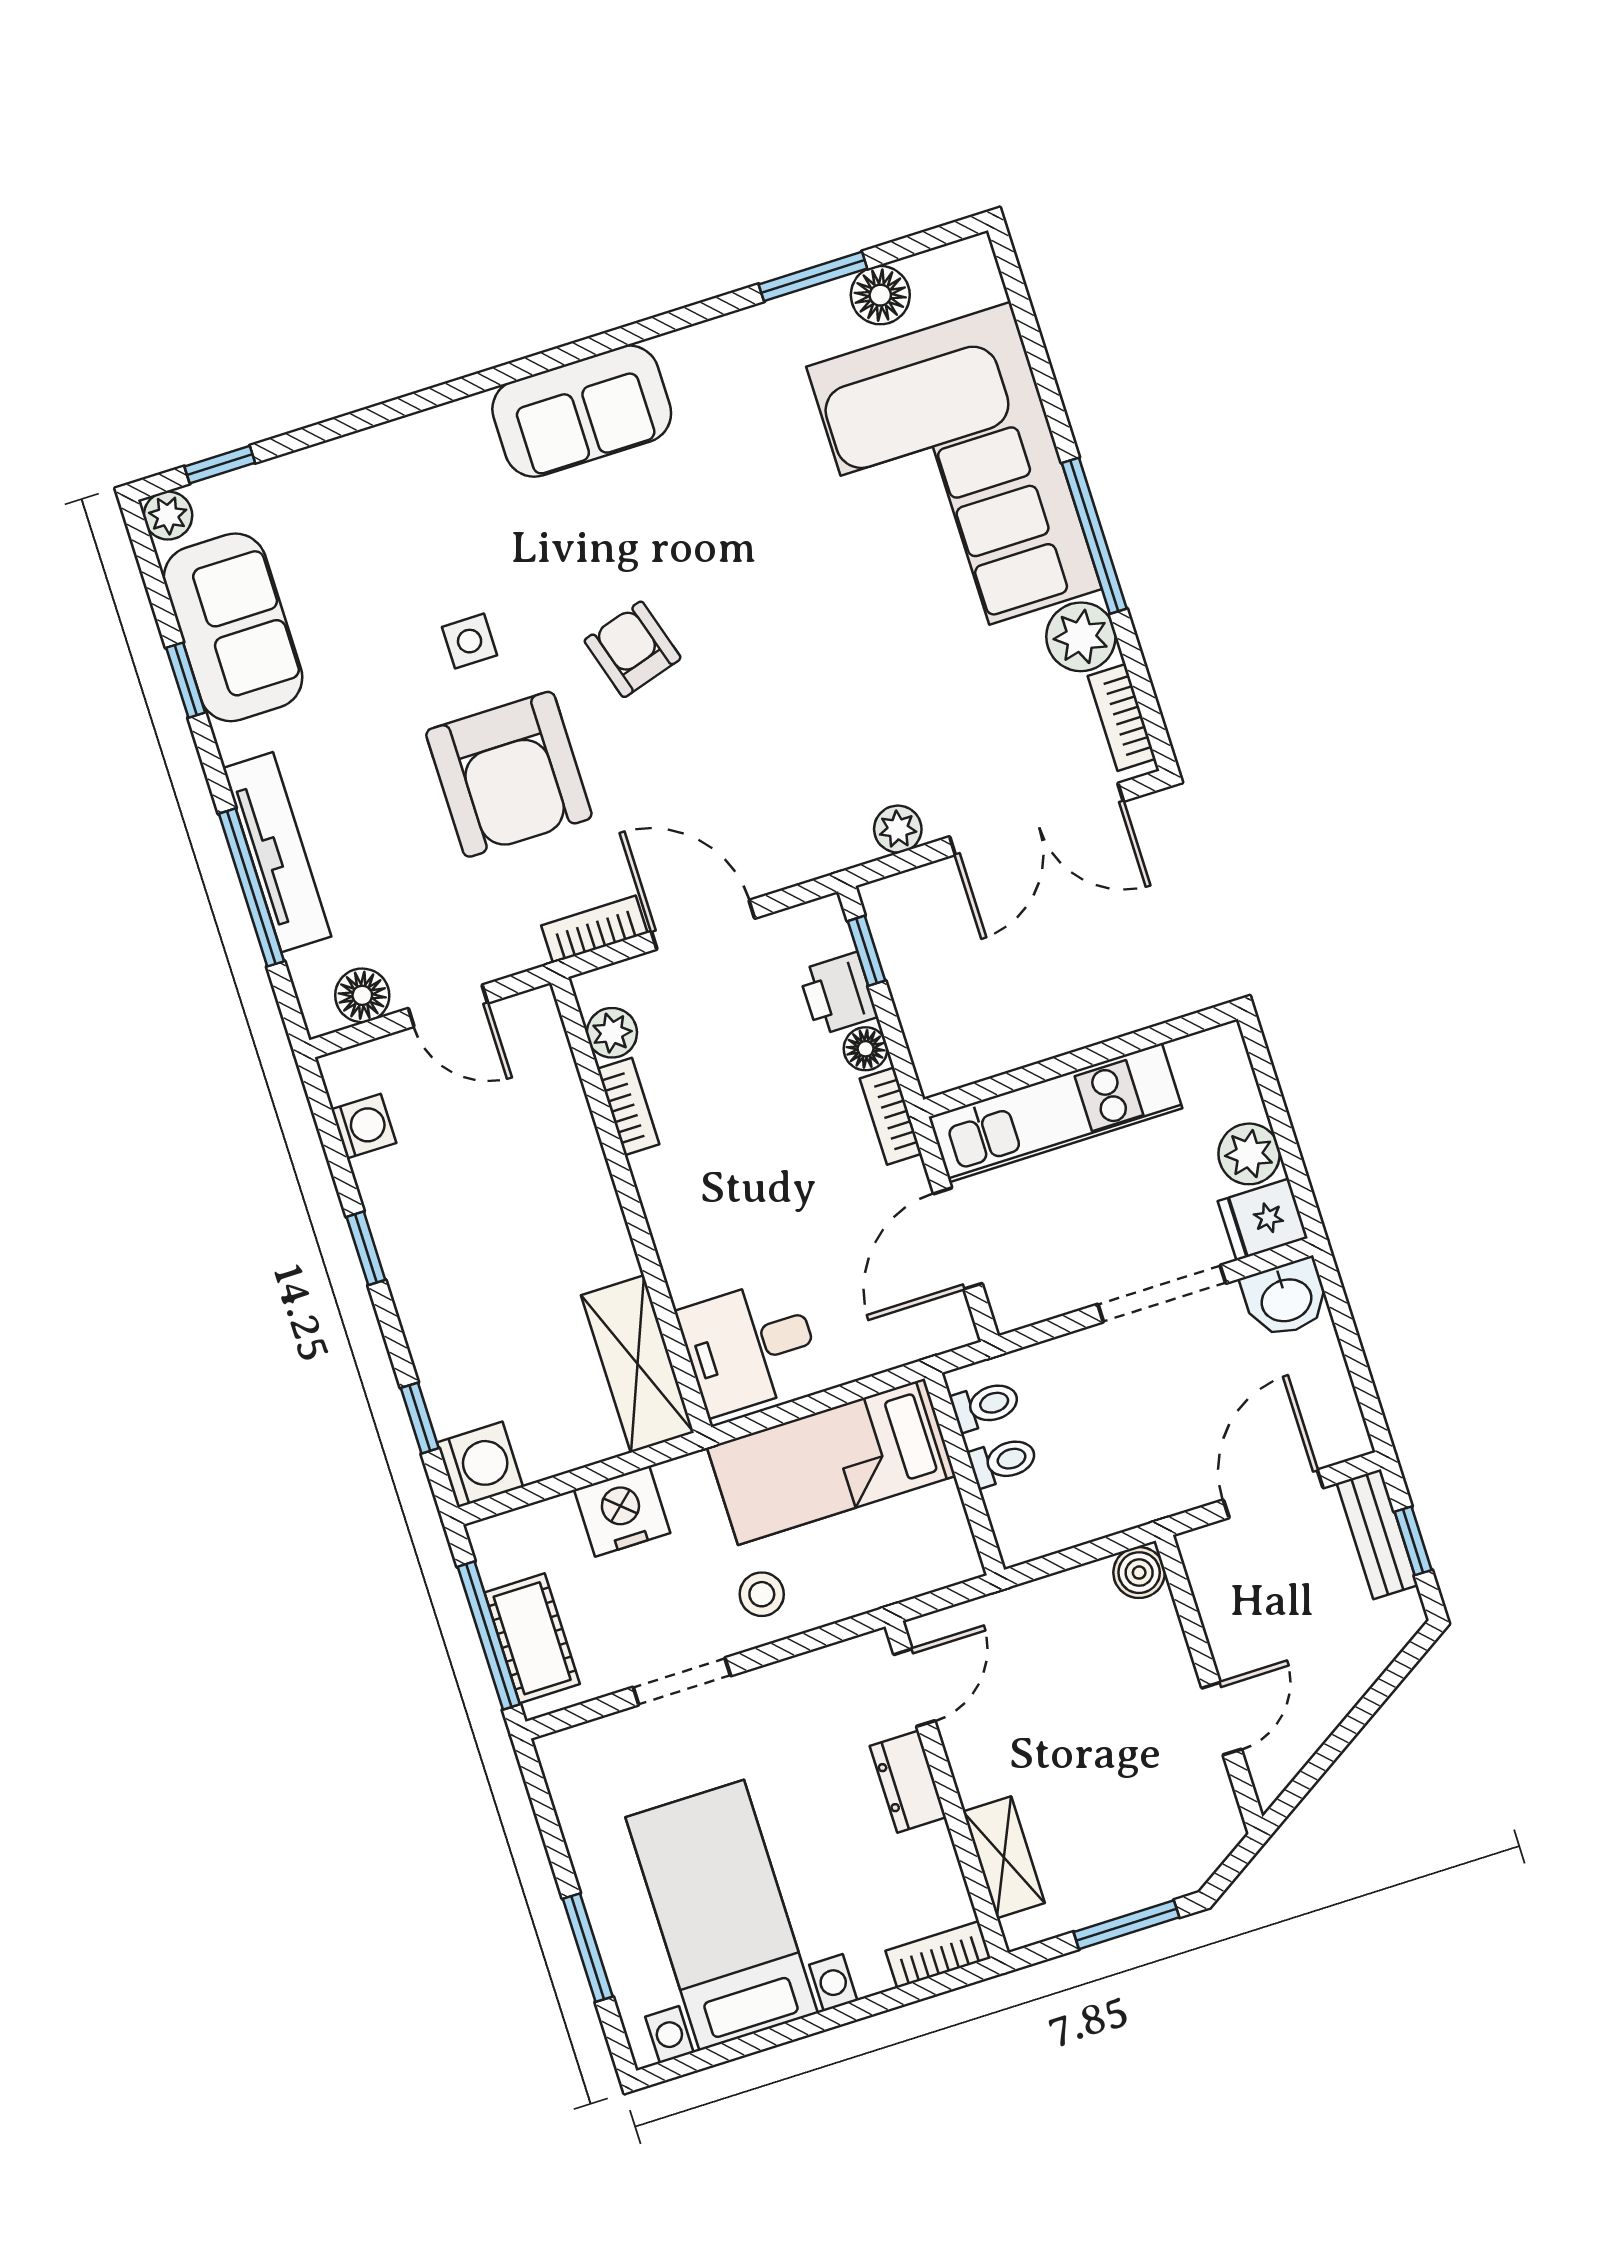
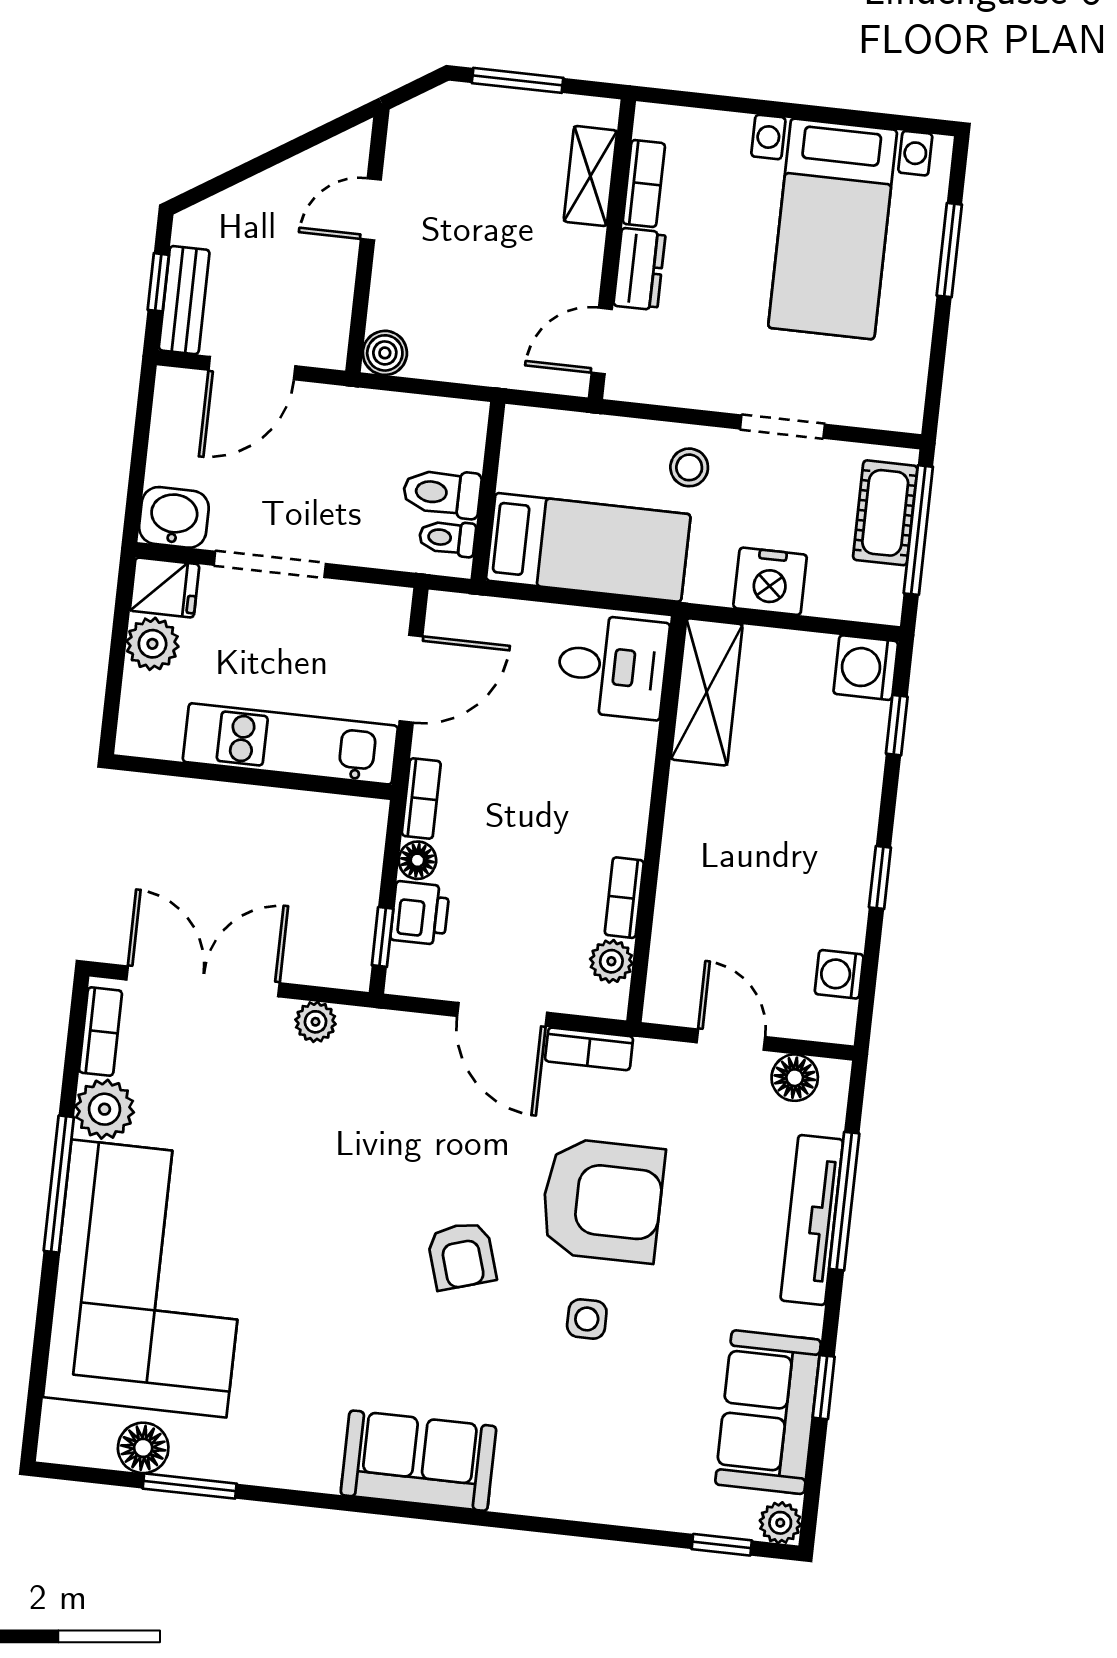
armchair: (509, 774) -> (602, 1200), turned 90
toilet: (1003, 1461) -> (442, 493), width x1.37, depth x1.39
bookcase: (938, 1954) -> (644, 184), moved, turned -90

